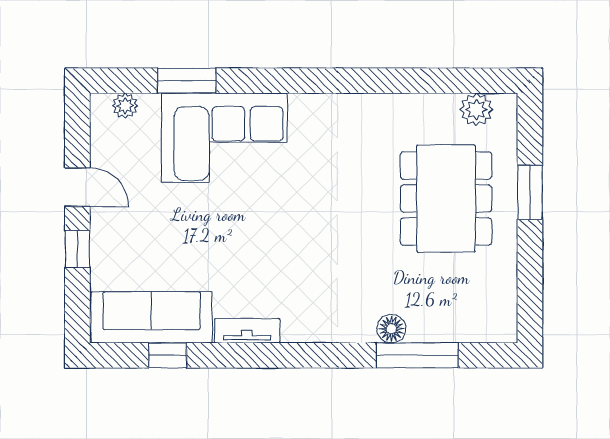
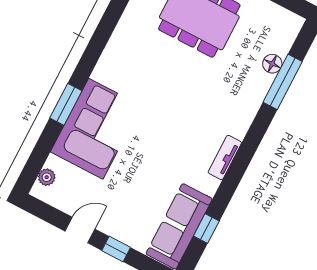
window: (187, 81) -> (66, 104), moved
floor lamp: (391, 329) -> (272, 64), moved
tv unit: (247, 331) -> (225, 157), moved

